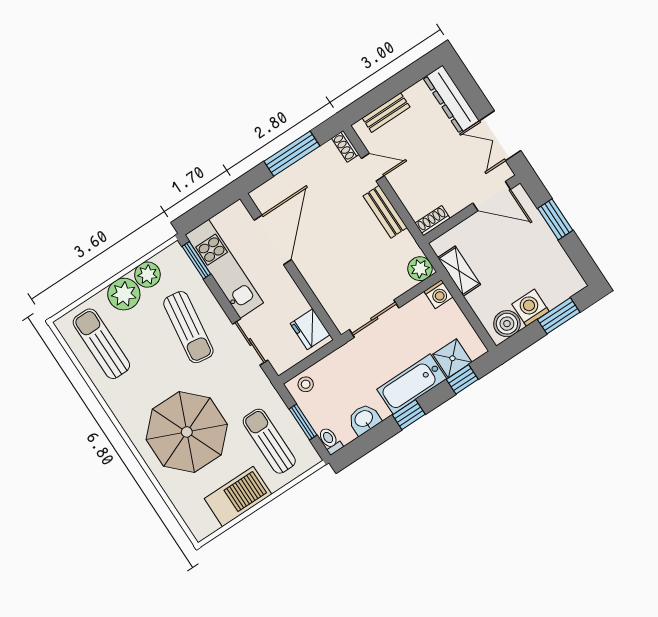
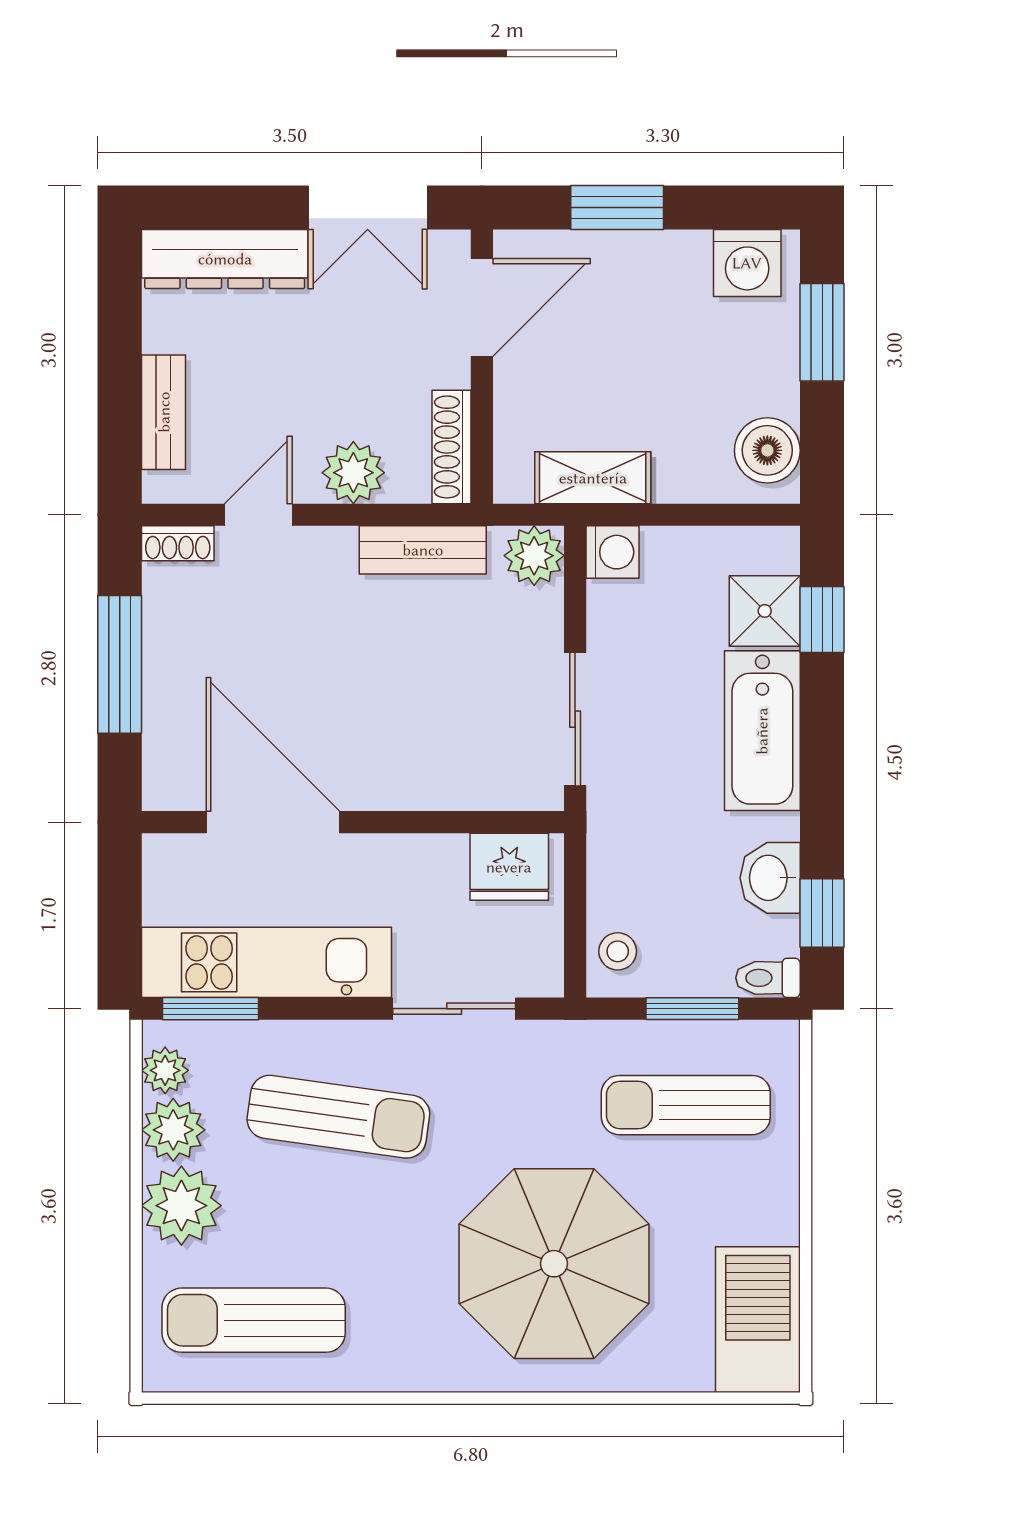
plant: (408, 190) -> (353, 473), added
bench: (385, 212) -> (423, 550), moved
shoe rack: (432, 221) -> (452, 447), width x1.43
plant: (166, 259) -> (165, 1070), added
washing machine: (530, 308) -> (747, 263), moved, turned -90
window: (409, 415) -> (822, 913), moved
barbecue: (238, 496) -> (758, 1320), moved

